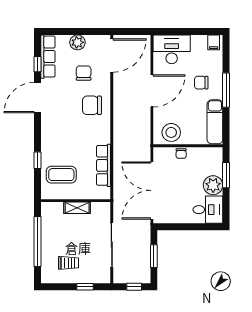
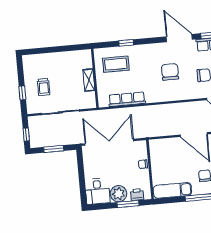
chair: (92, 105) -> (170, 72), moved
stool: (171, 132) -> (160, 154), removed
printer: (216, 164) -> (137, 195), added
coffee table: (61, 175) -> (116, 64), turned 90
window: (38, 242) -> (57, 49), removed
trolley: (68, 263) -> (44, 87), moved

